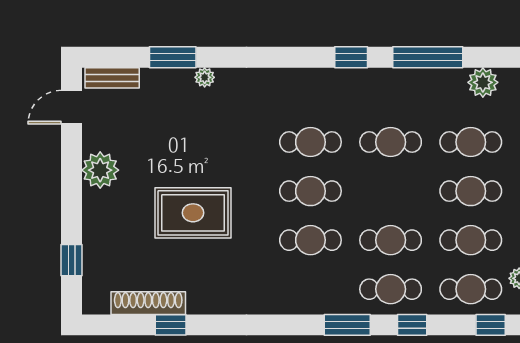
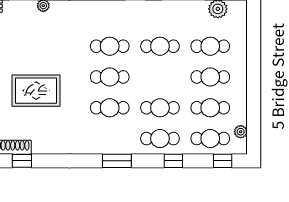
window: (347, 325) -> (117, 161), moved

